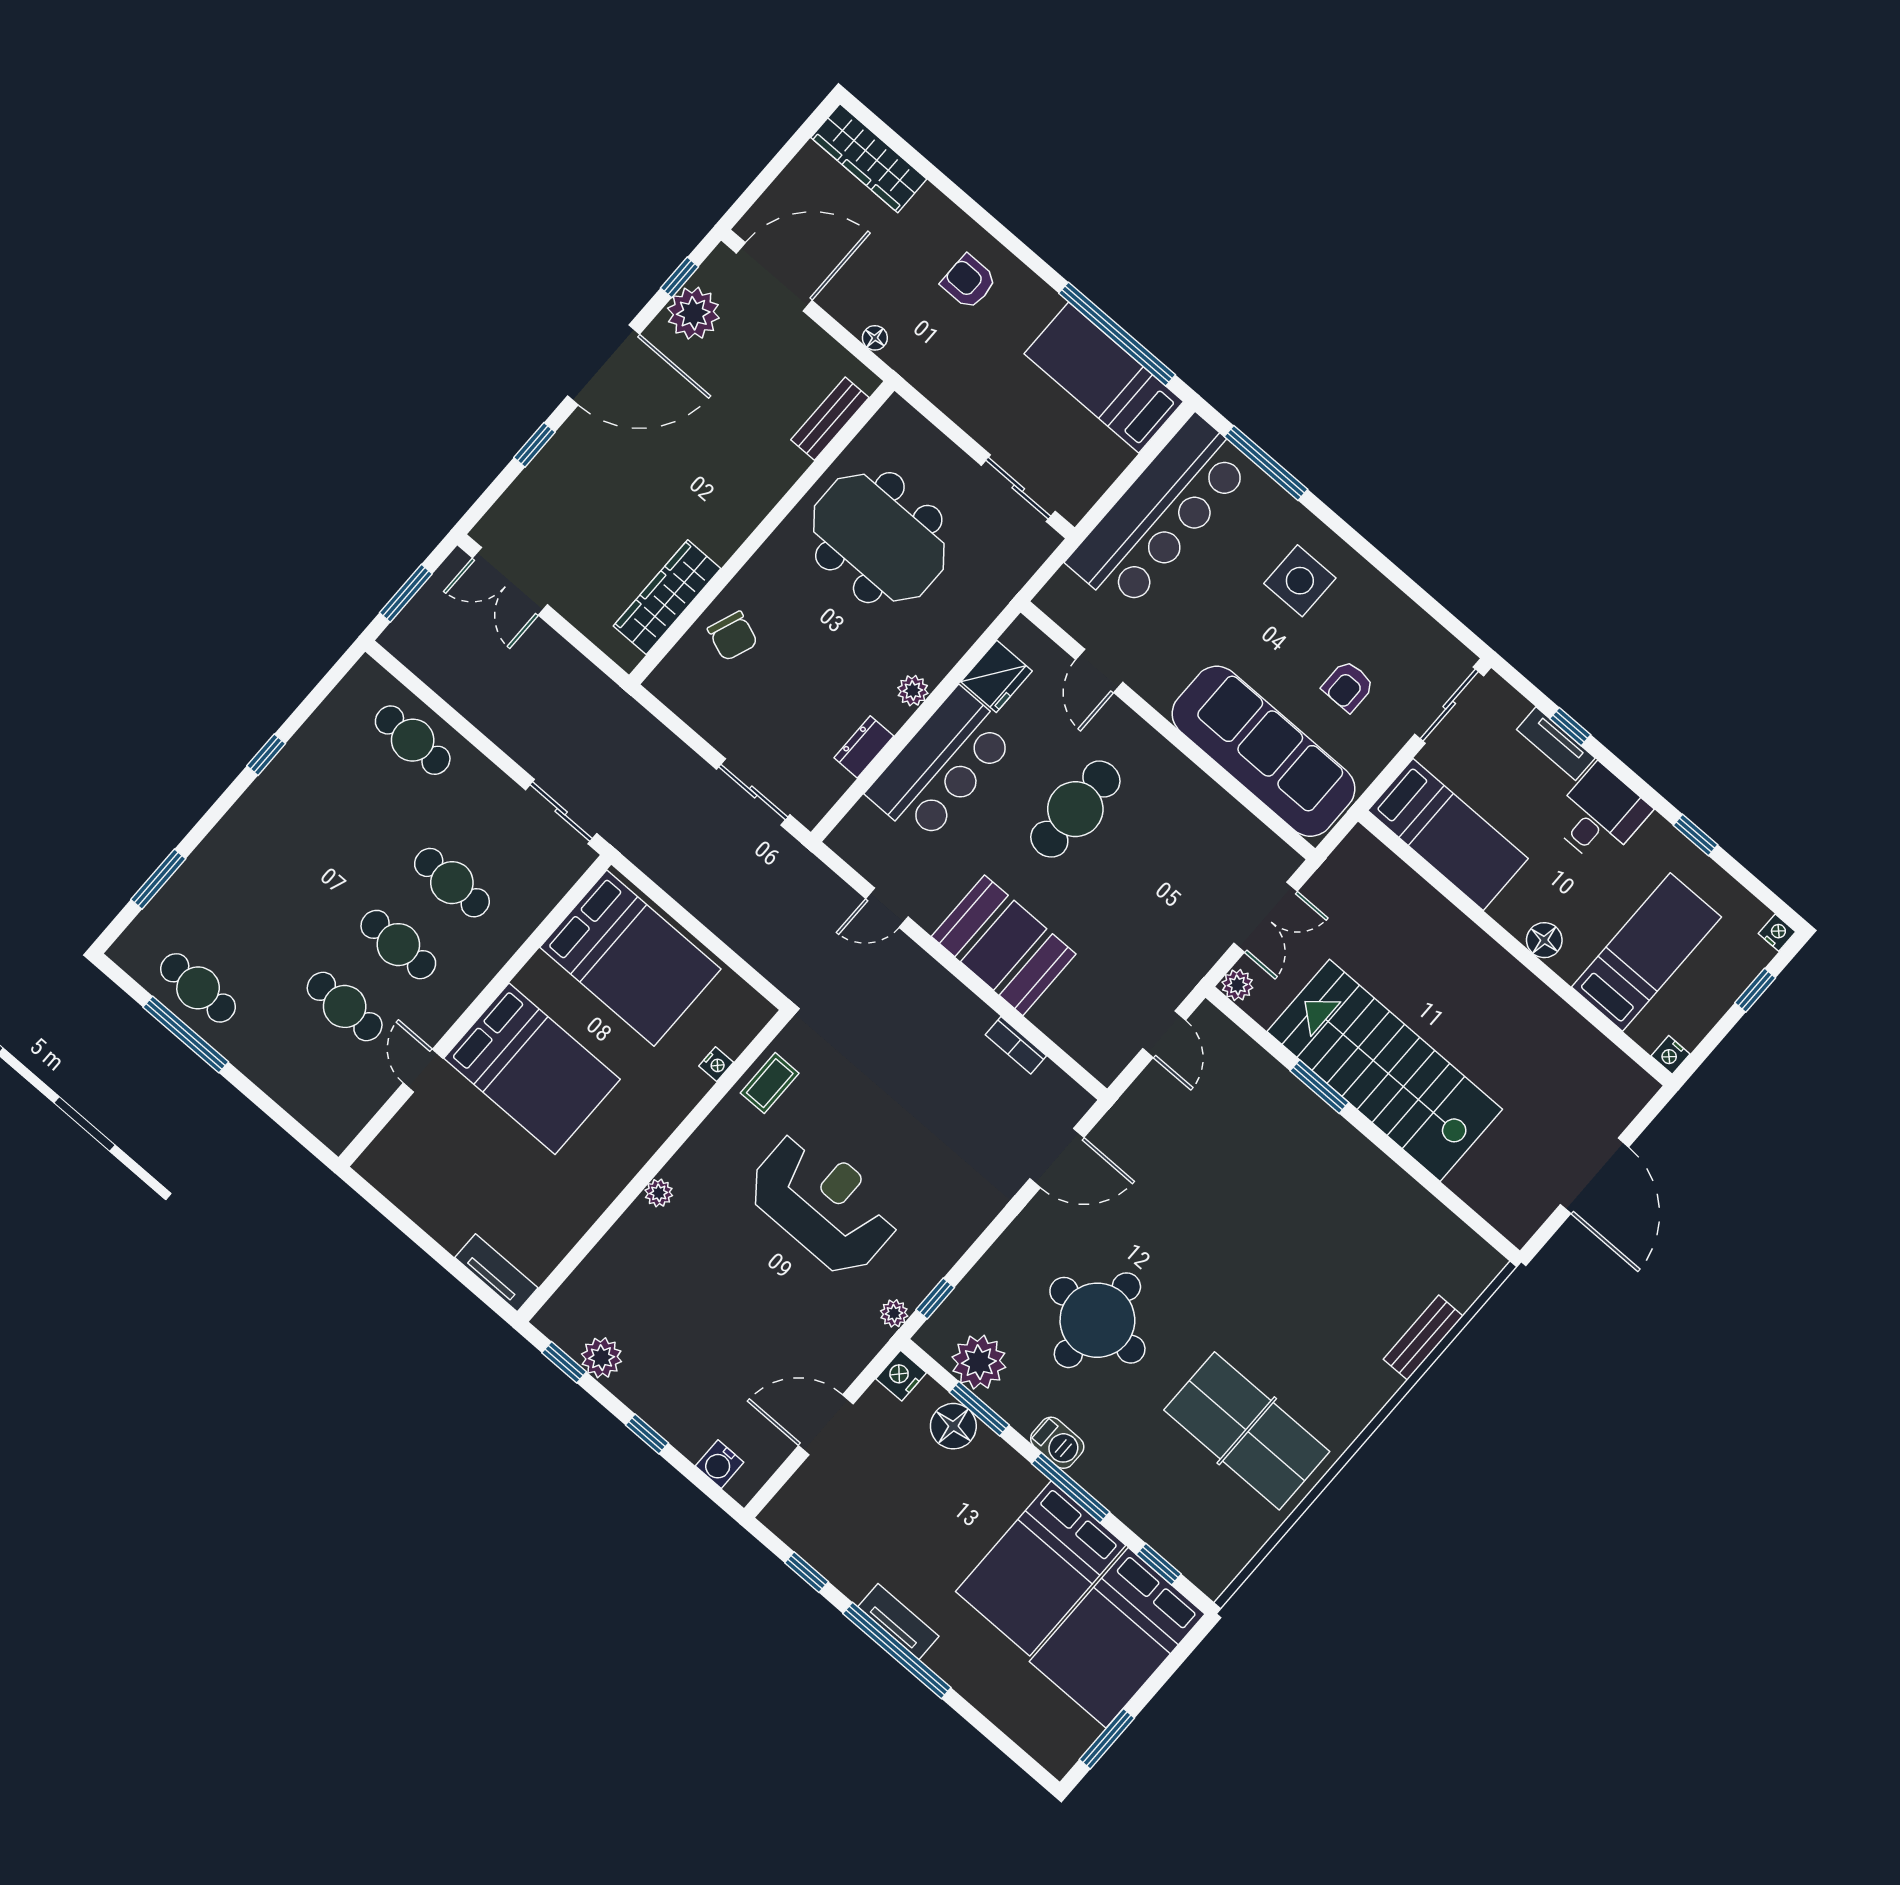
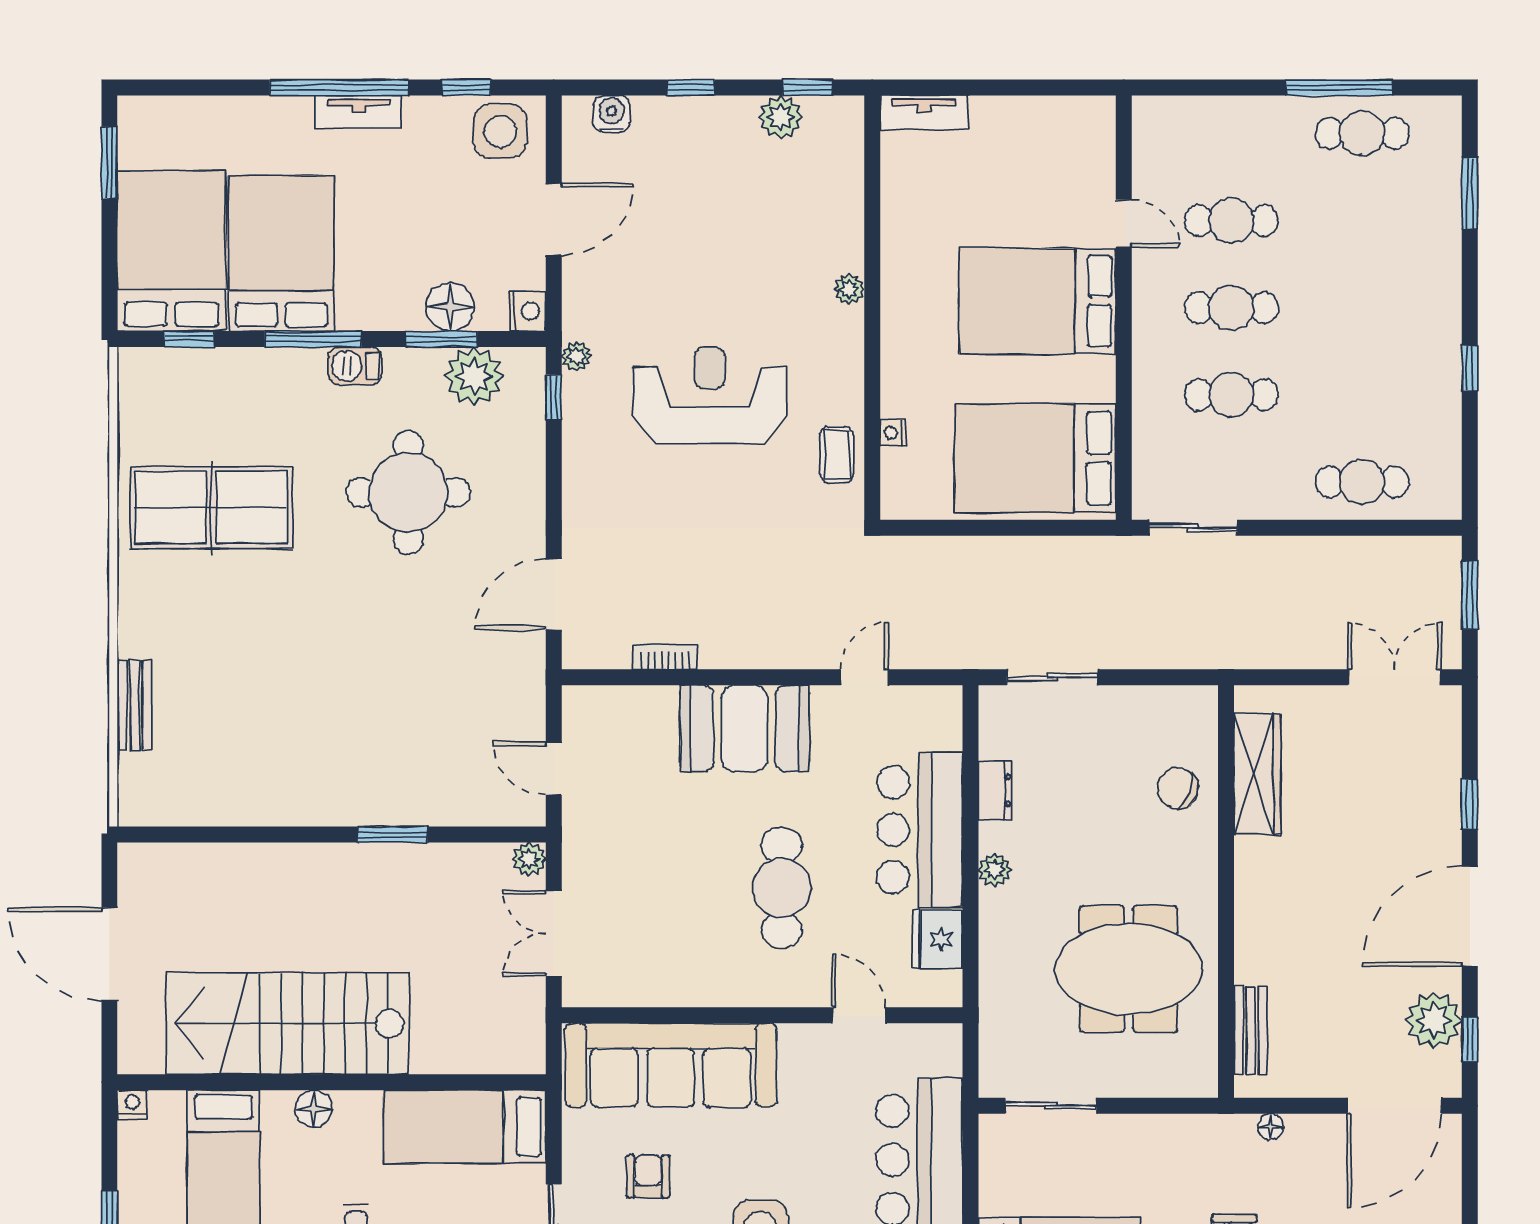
stairs: (1385, 1070) -> (287, 1024), moved, turned 180
reception desk: (824, 1203) -> (710, 396), turned 180
side table: (810, 1520) -> (500, 131), added

